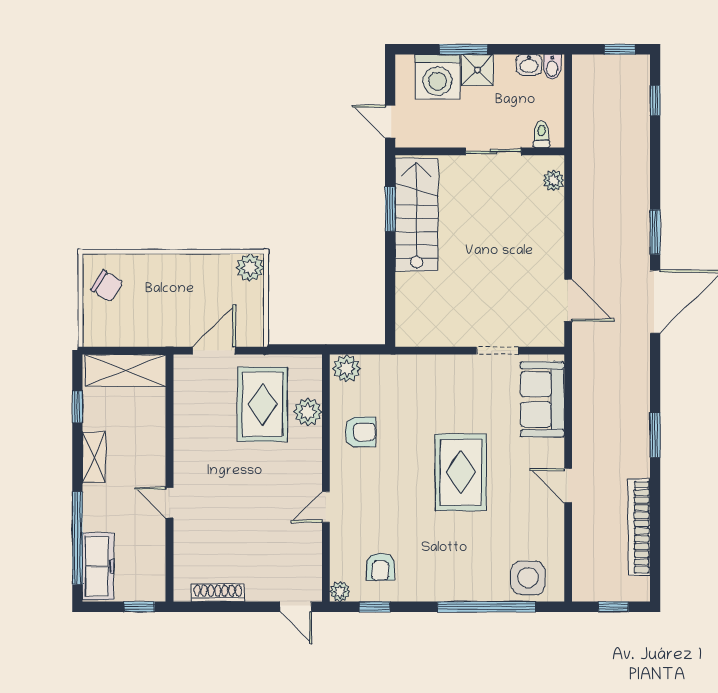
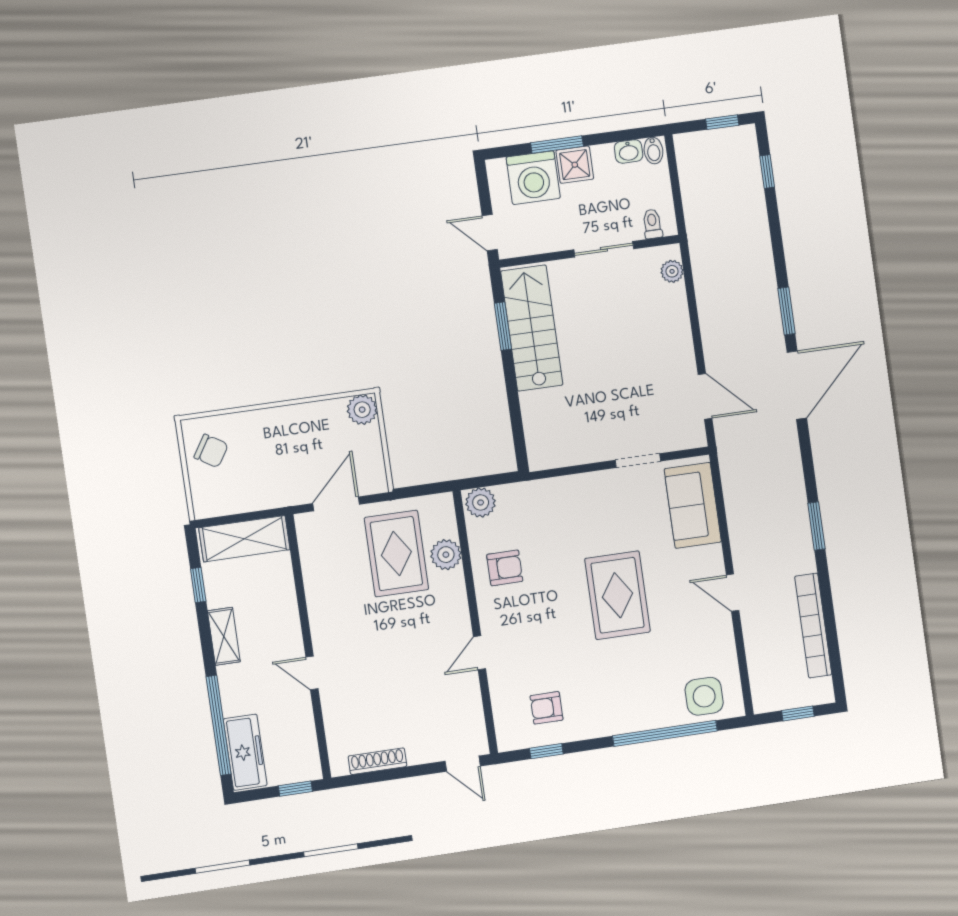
armchair: (380, 567) -> (547, 708), turned 90
plant: (340, 591) -> (507, 740), removed

